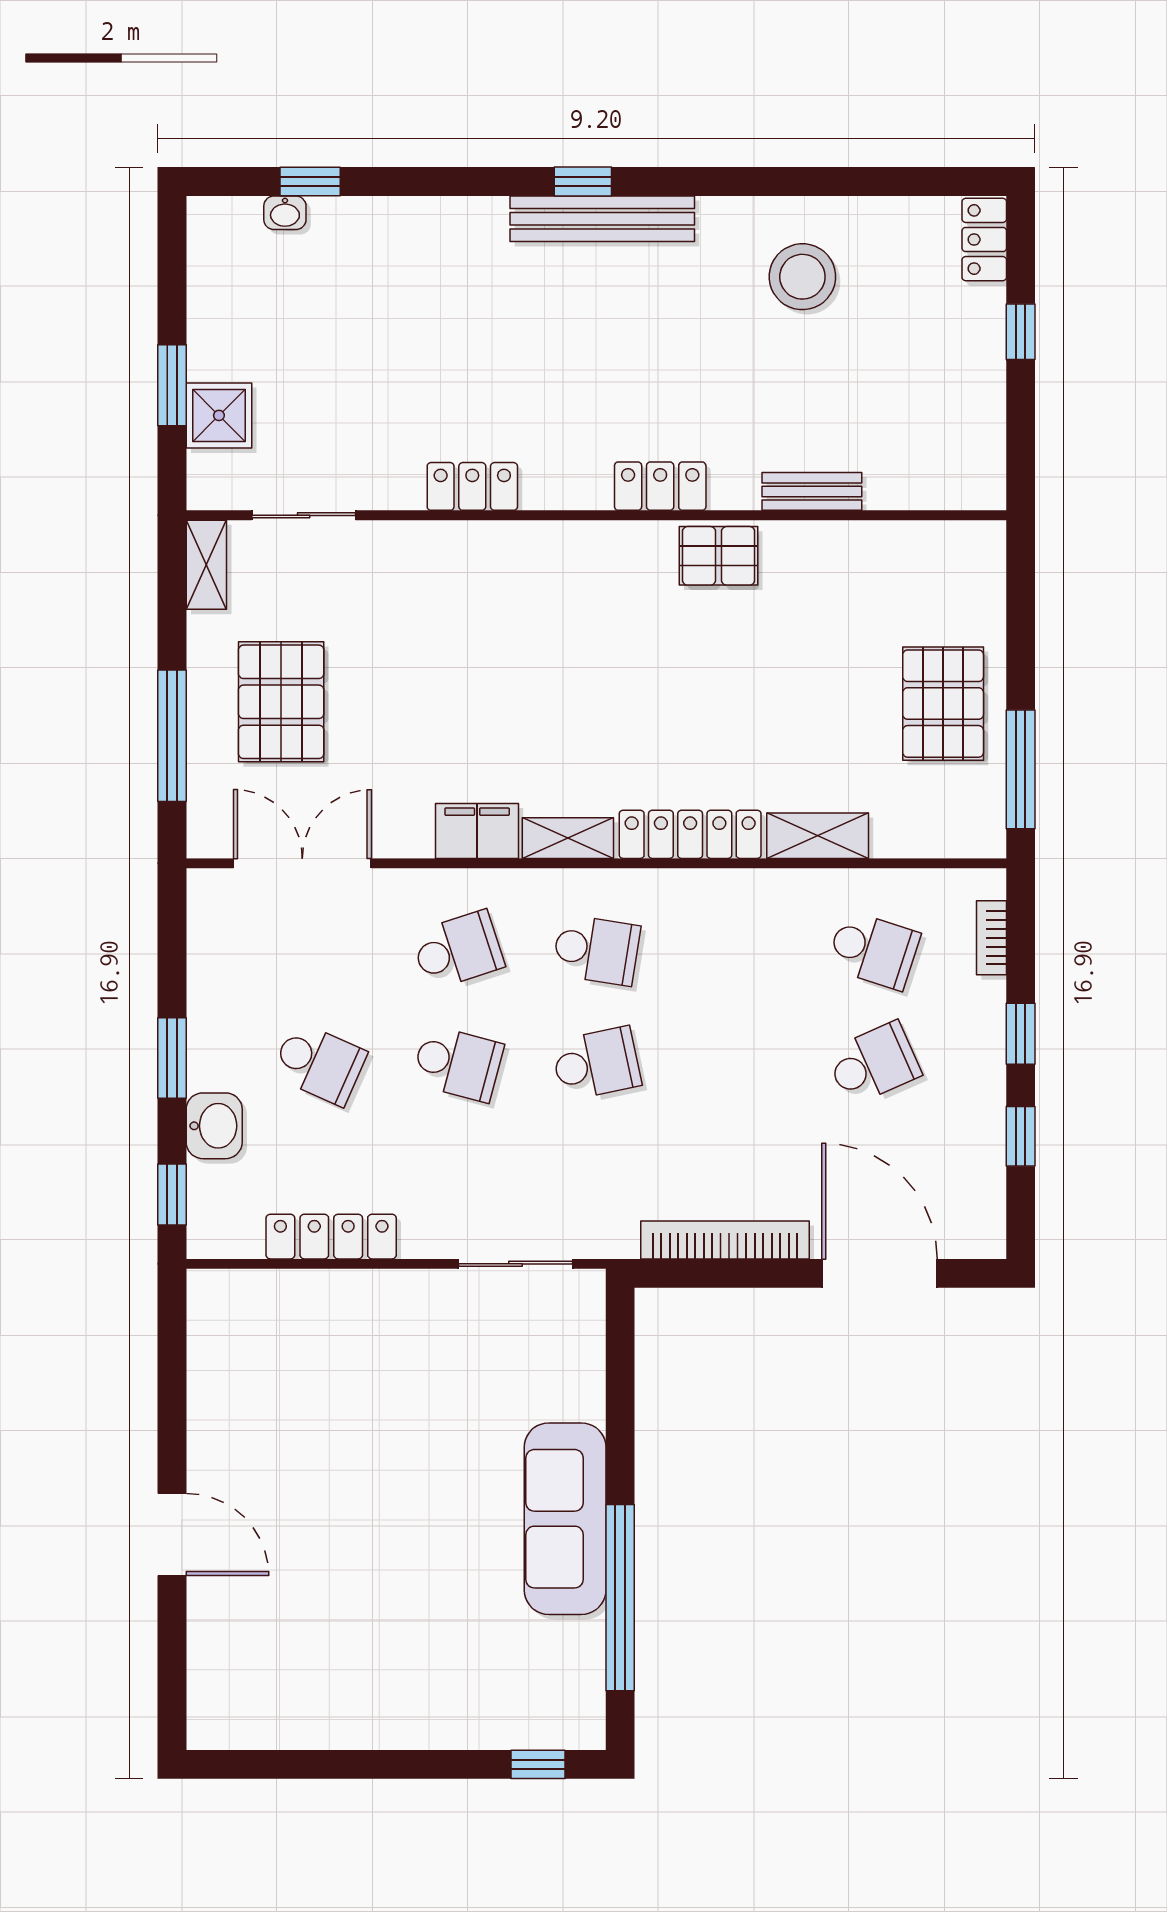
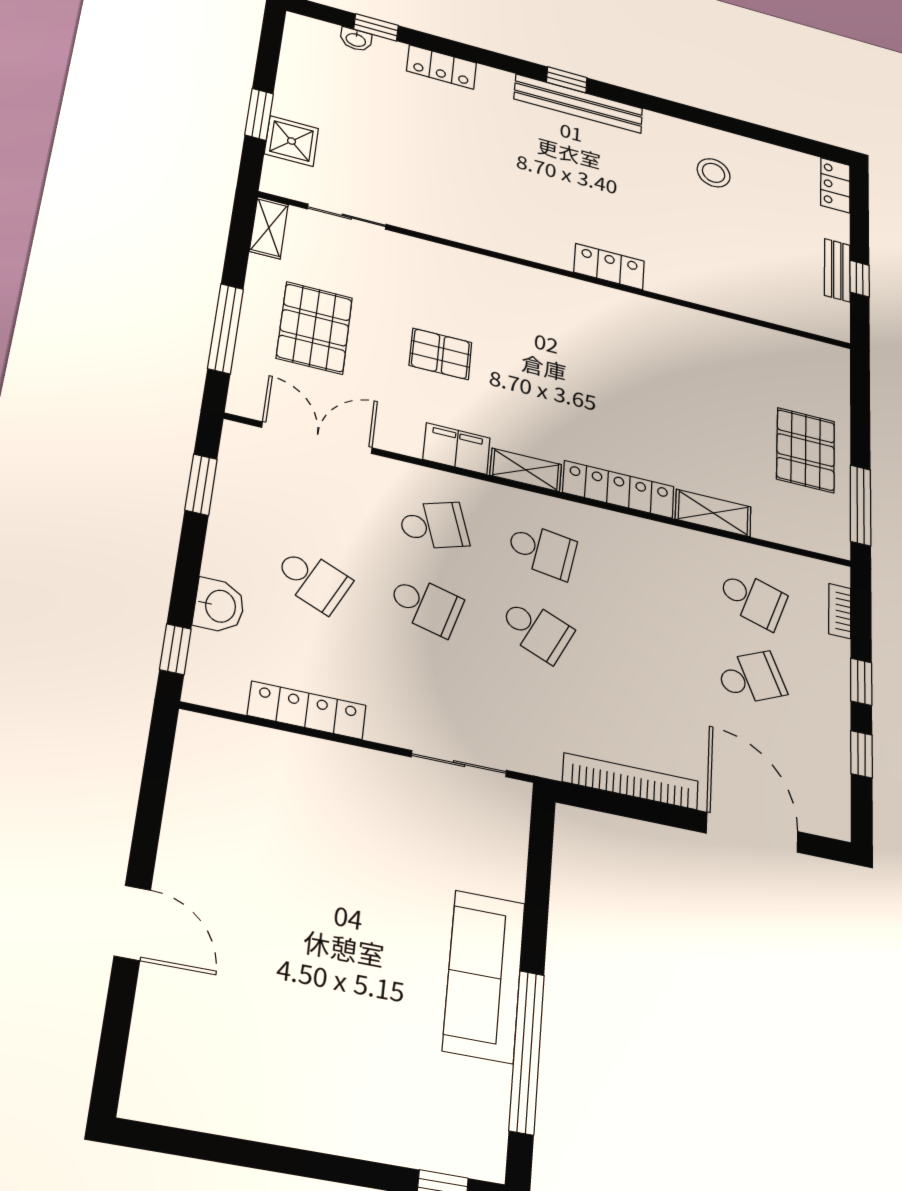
stool: (802, 277) -> (714, 173), width x0.73, depth x0.73
window: (1021, 332) -> (860, 279), moved
locker: (472, 486) -> (442, 67), moved, turned 180
bench: (812, 491) -> (837, 270), moved, turned 90
pallet: (719, 556) -> (440, 354), moved
window: (172, 1058) -> (201, 485), moved
school desk: (596, 1064) -> (536, 630), turned 36

